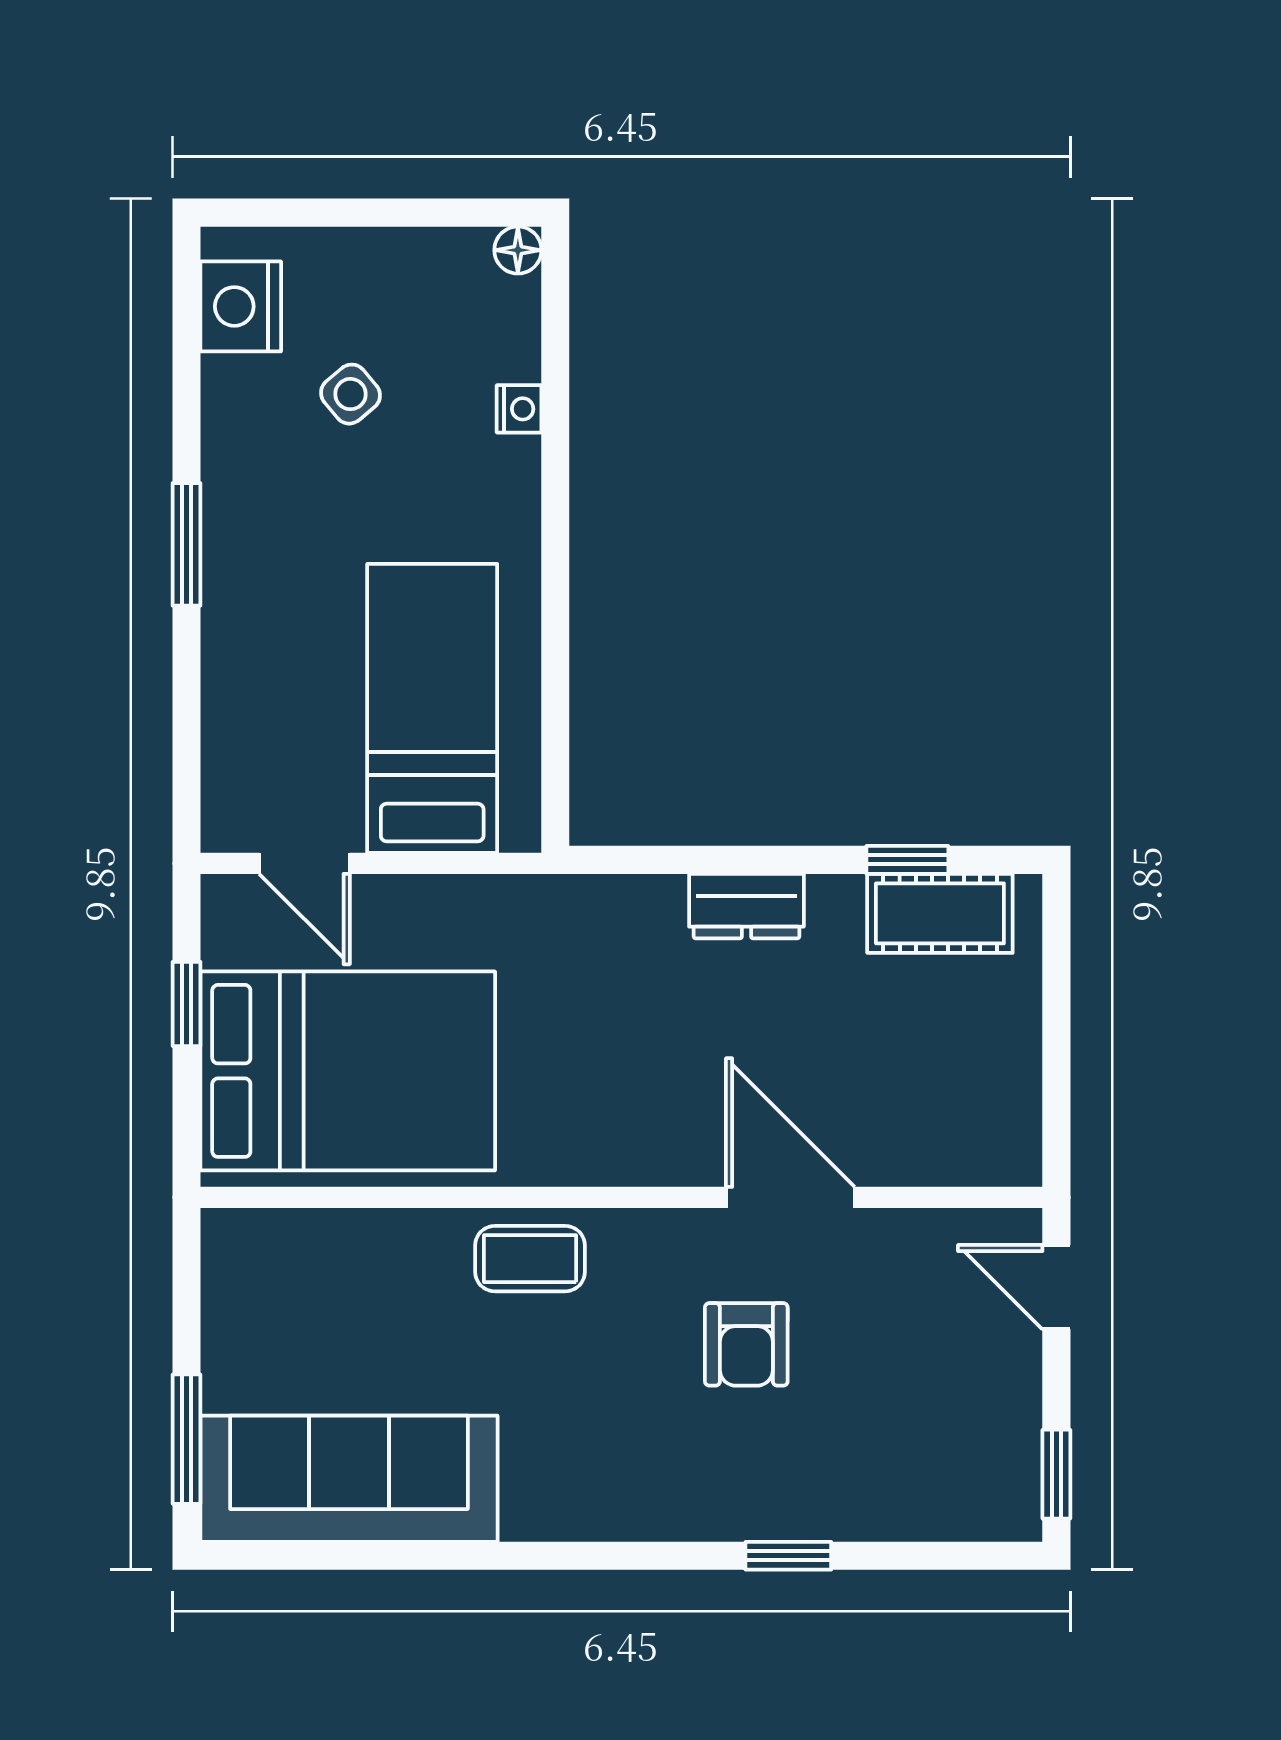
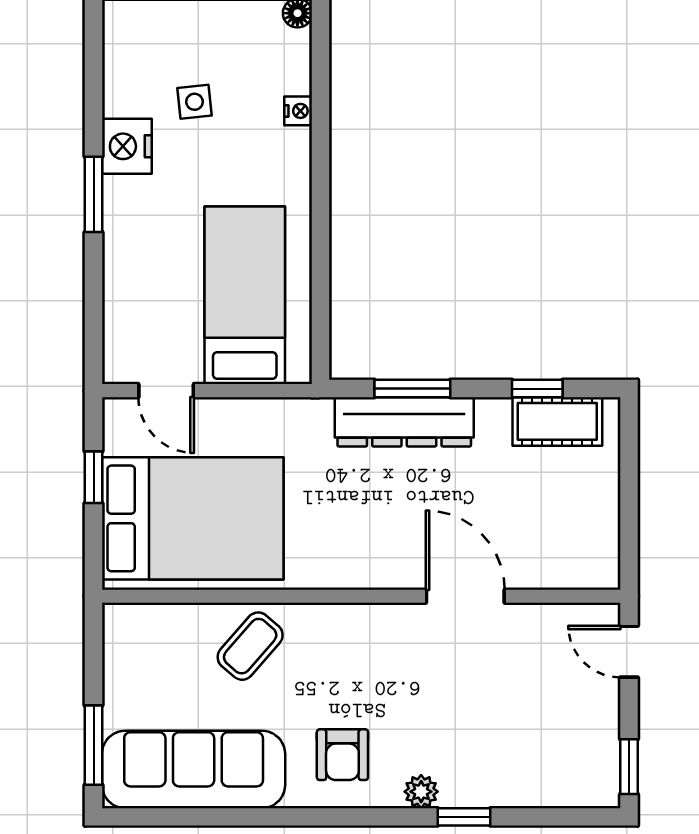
nightstand: (241, 306) -> (127, 146), moved
side table: (350, 394) -> (194, 102), turned 34
window: (705, 860) -> (412, 389), added
dresser: (746, 906) -> (404, 422), width x1.96, depth x1.24
coffee table: (530, 1259) -> (250, 646), moved, turned -49
armchair: (746, 1344) -> (342, 755), moved
plant: (719, 1515) -> (421, 792), added

